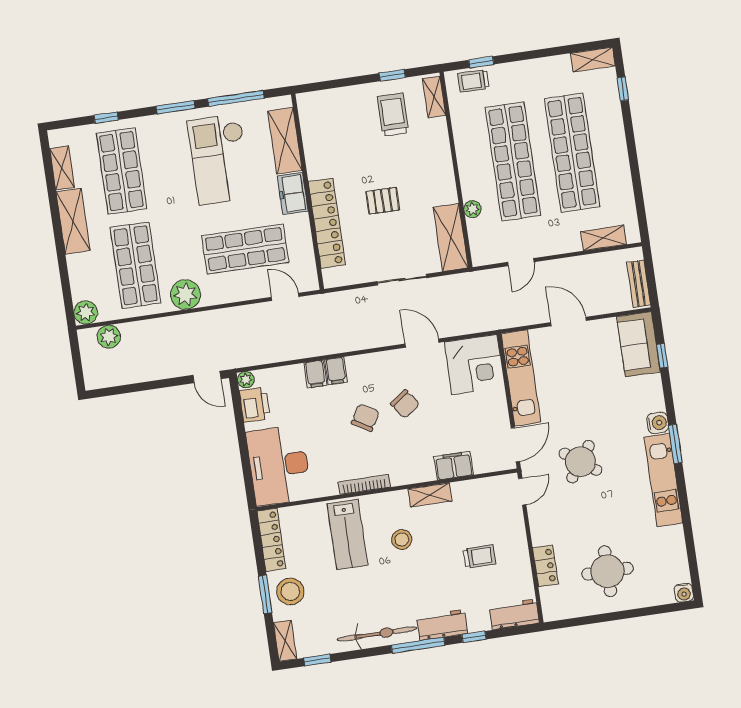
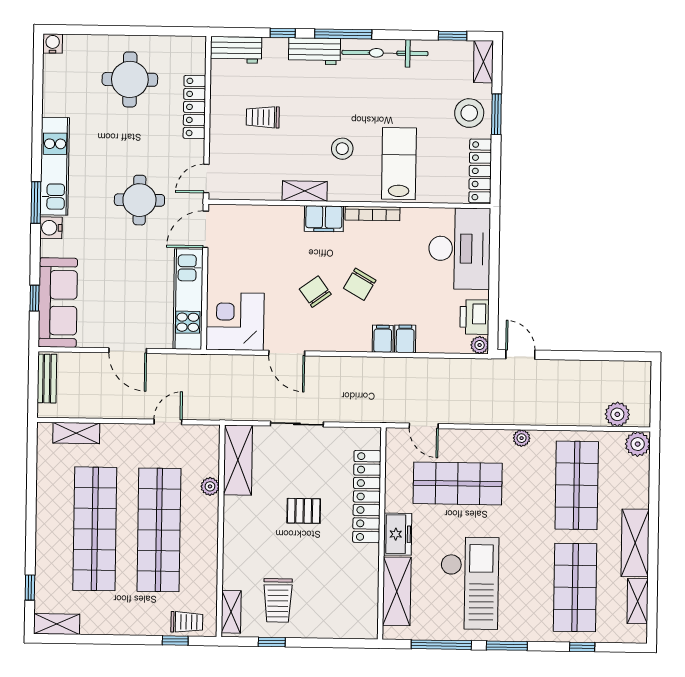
plant: (185, 295) -> (522, 438), width x0.53, depth x0.53
sofa: (638, 344) -> (58, 303), width x1.36
round table: (580, 462) -> (139, 200), turned -36
filing cabinet: (454, 466) -> (324, 219), moved
locker: (545, 566) -> (194, 107), width x1.53

